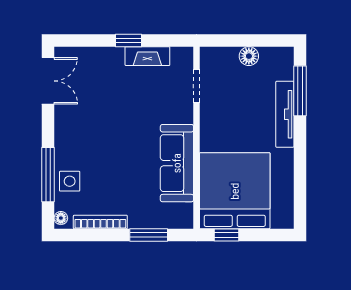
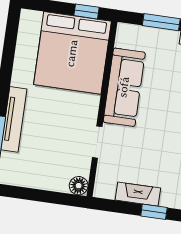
floor lamp: (249, 56) -> (79, 186), moved
doorway: (197, 86) -> (97, 142), moved

